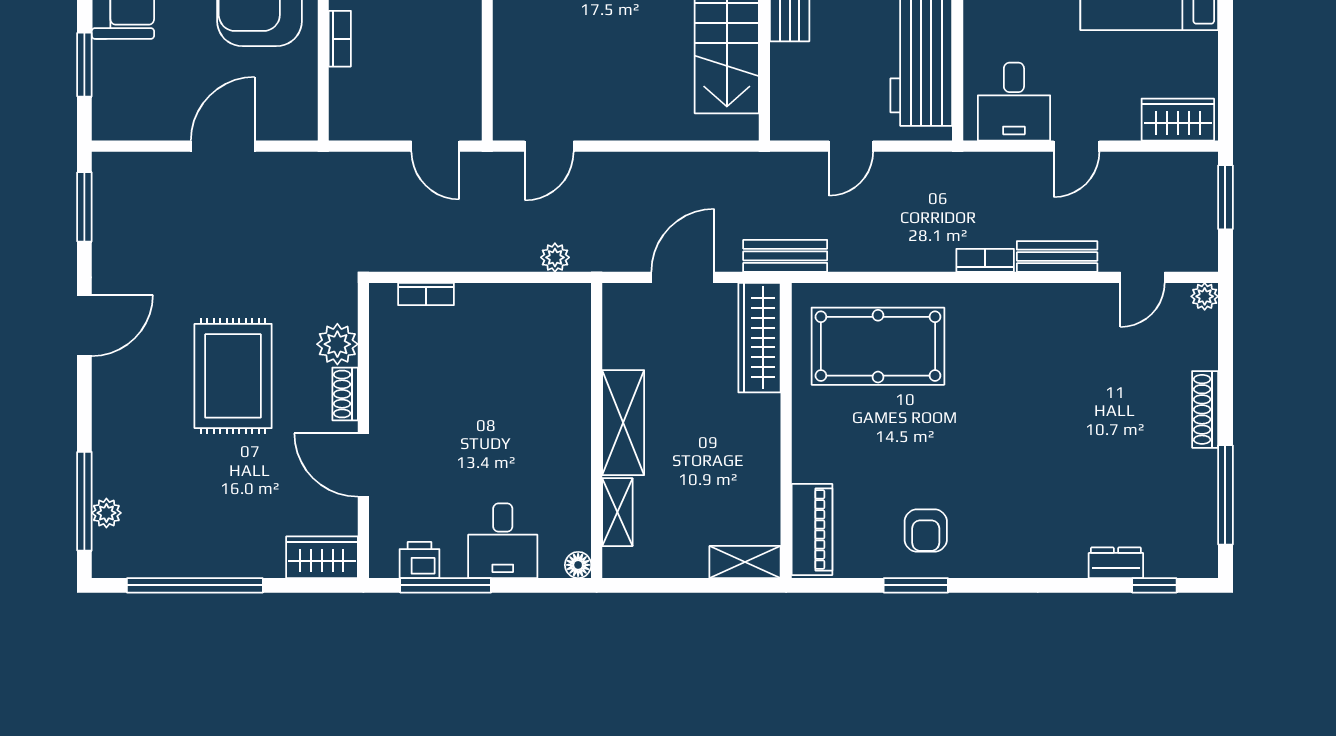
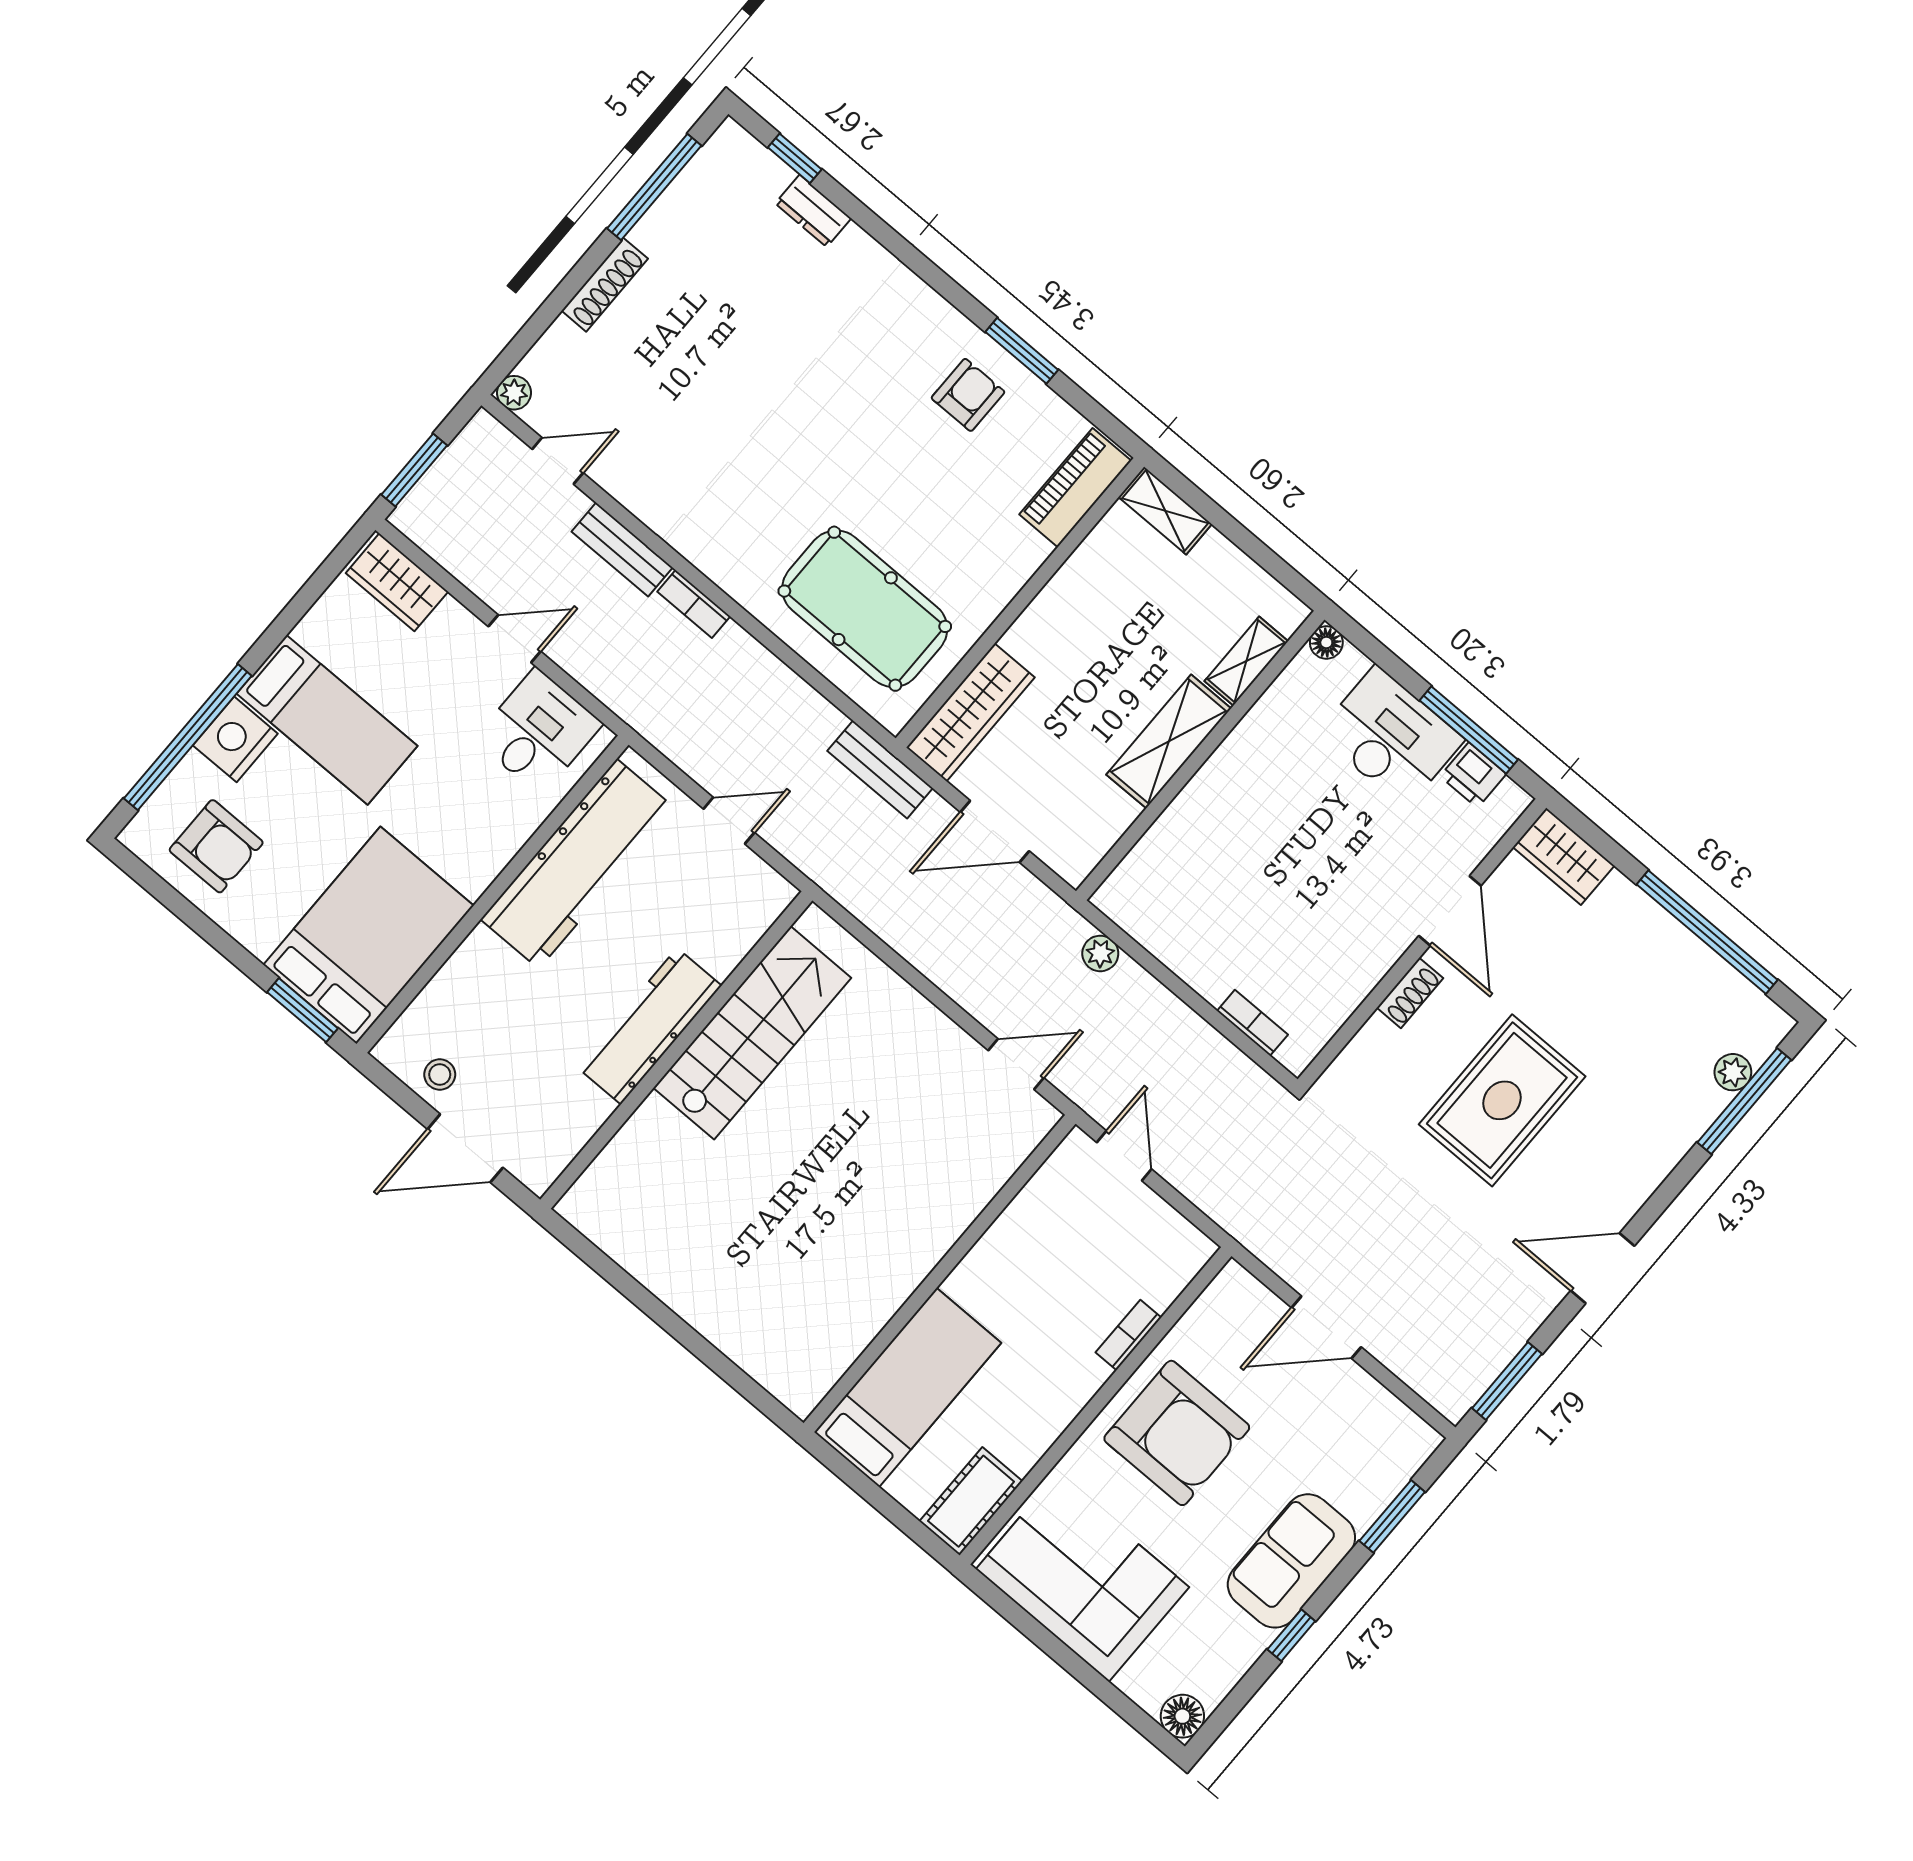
plant: (337, 344) -> (1377, 1047), removed
desk: (503, 541) -> (1391, 737), width x1.37

